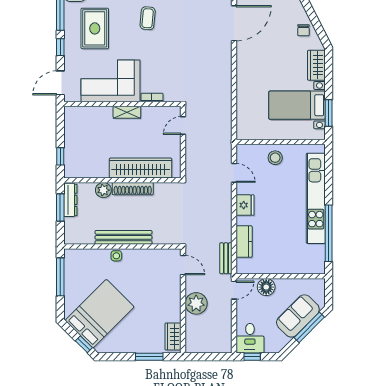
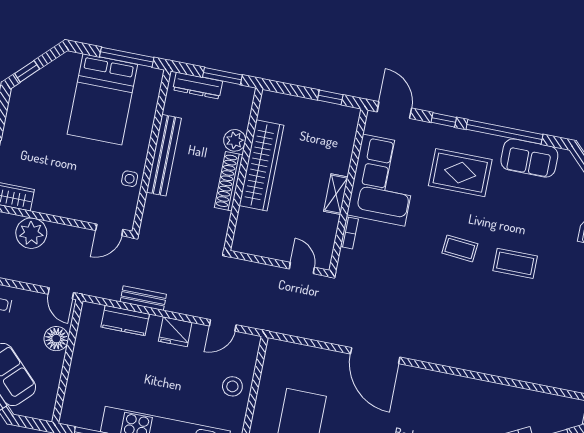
door: (234, 23) -> (375, 356), moved
window: (60, 156) -> (330, 97), moved
wardrobe: (141, 168) -> (261, 165), moved
dresser: (70, 200) -> (198, 86), moved
side table: (116, 256) -> (130, 179), moved
bench: (226, 258) -> (143, 298), moved
plant: (196, 303) -> (31, 233), moved
bed: (100, 314) -> (102, 99), moved, turned 45

